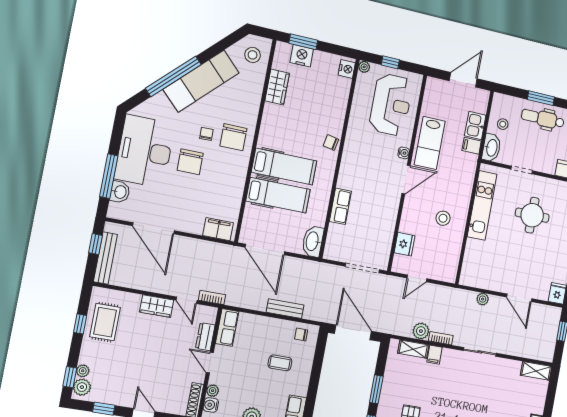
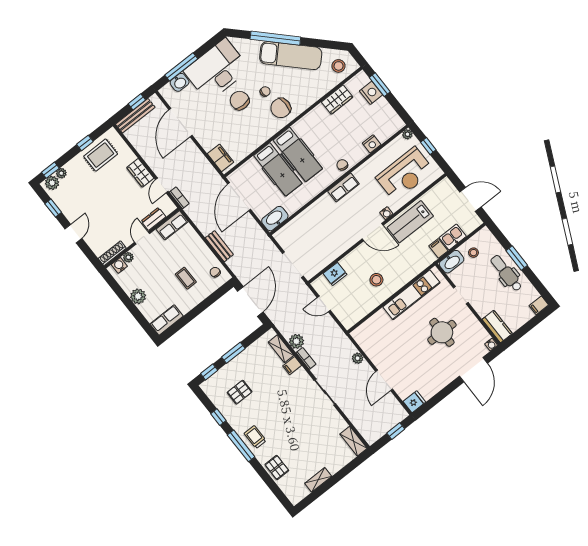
nightstand: (347, 69) -> (372, 144), moved
chair: (190, 162) -> (240, 100), turned 90
row of seats: (340, 206) -> (343, 187), moved

